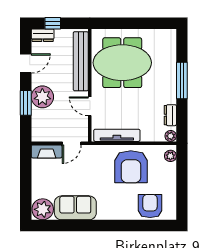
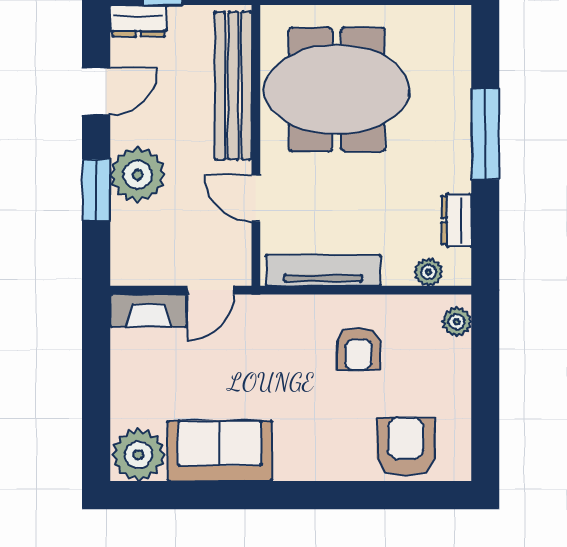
plant: (171, 136) -> (428, 272), moved
armchair: (131, 167) -> (358, 349), width x0.53, depth x0.53

